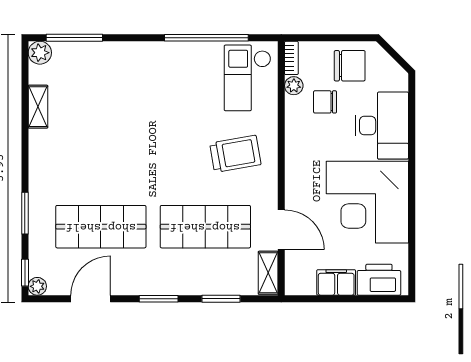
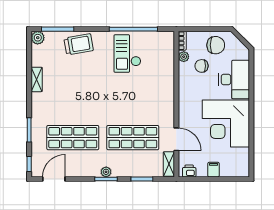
checkout: (247, 78) -> (127, 54), moved
shelving: (38, 107) -> (37, 79), moved
trolley: (235, 154) -> (79, 44), moved
printer: (379, 280) -> (189, 171), moved, width x0.53, depth x0.68
filing cabinet: (336, 282) -> (213, 170), width x0.50
plant: (37, 286) -> (106, 172), moved
door: (91, 299) -> (54, 179), moved

